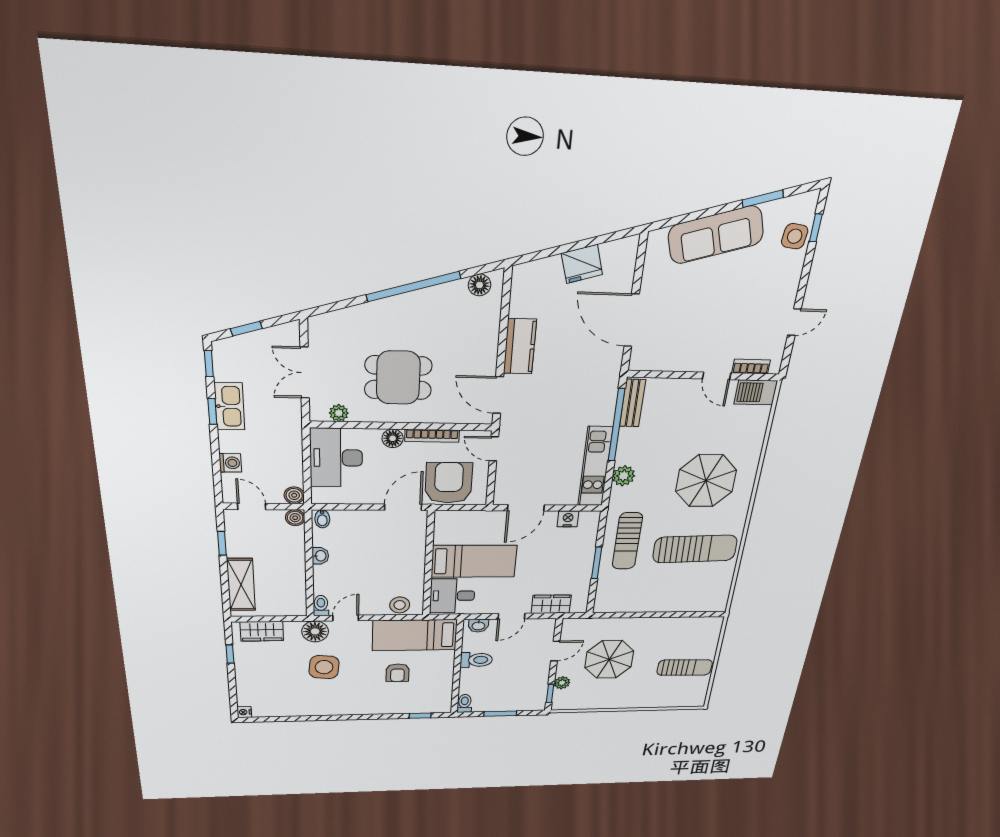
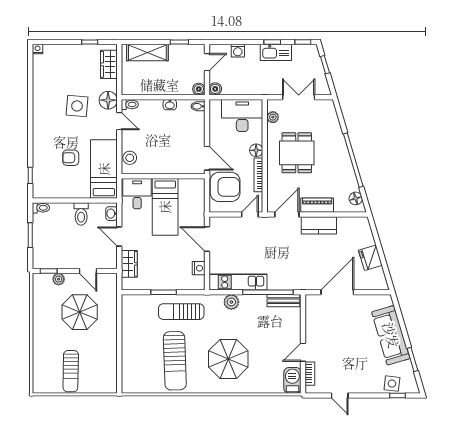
piano: (486, 348) -> (317, 205), added

